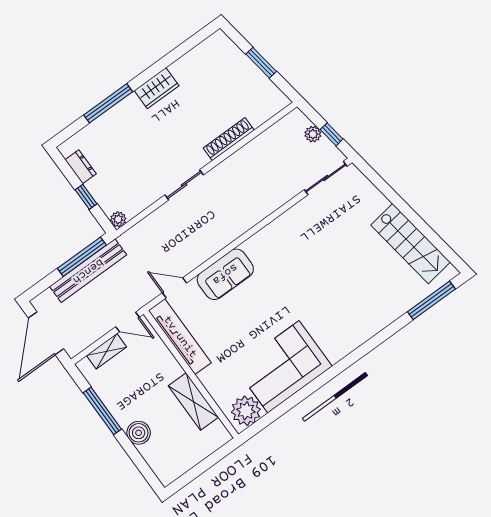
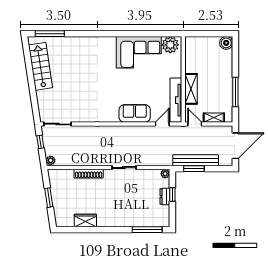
wardrobe: (157, 88) -> (85, 220), moved
window: (108, 103) -> (147, 230), moved
plant: (313, 134) -> (51, 160), moved
dresser: (81, 167) -> (165, 197), moved
window: (82, 257) -> (194, 169), width x0.69
door: (174, 288) -> (162, 124), swing flipped
shelving: (193, 402) -> (191, 89), moved
boiler: (139, 433) -> (226, 43), moved

